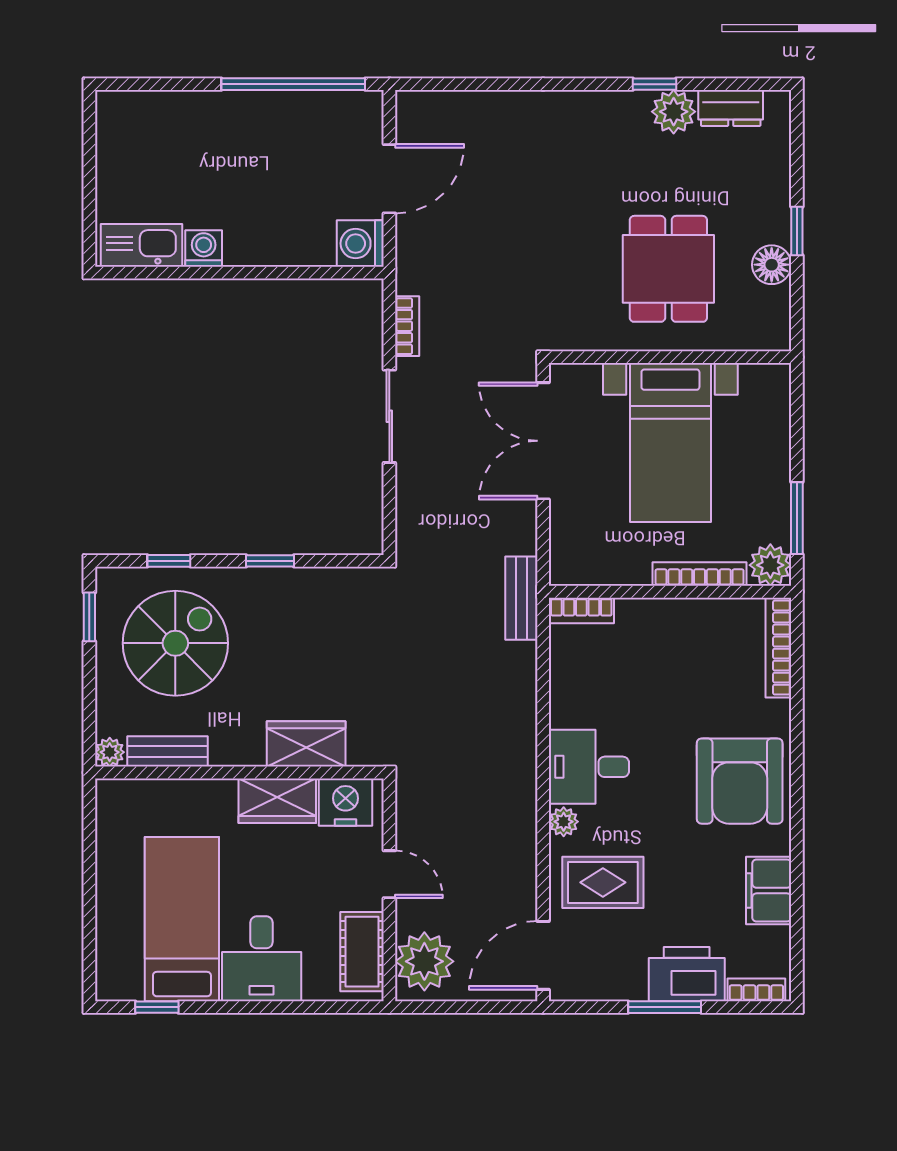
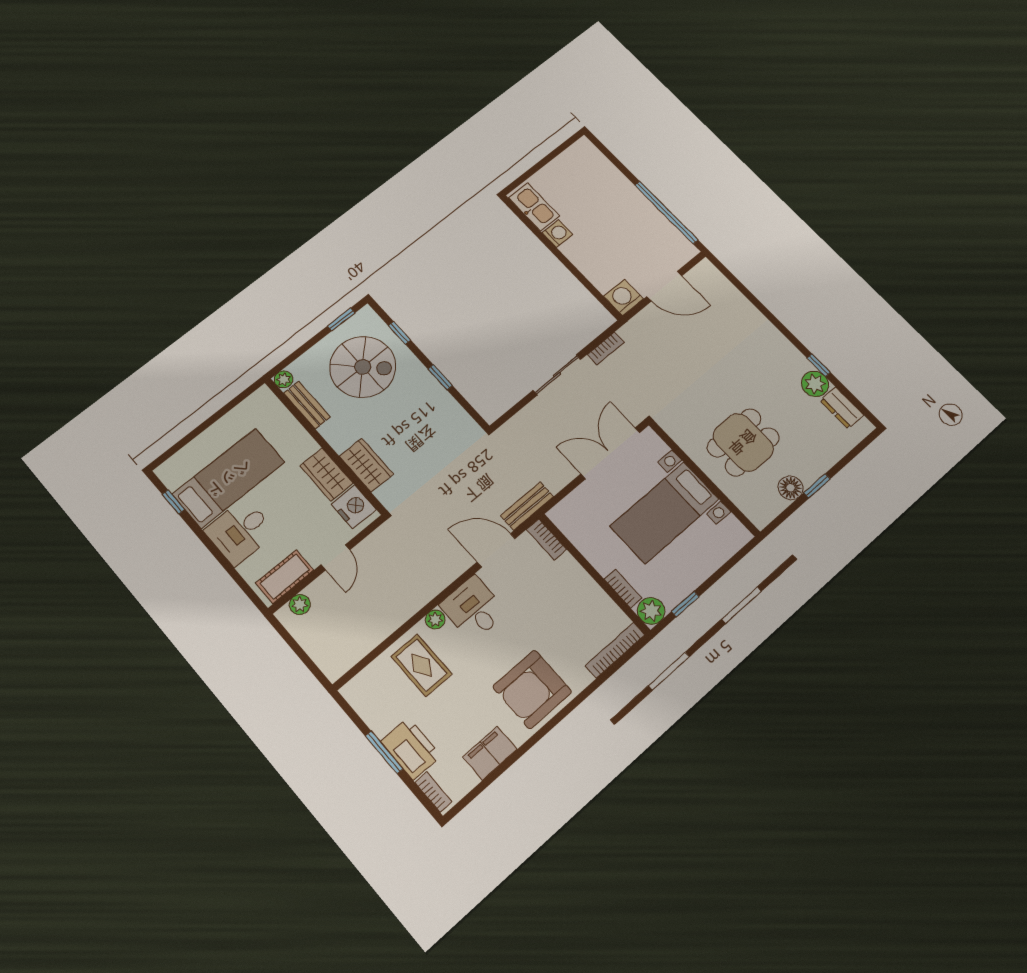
window: (797, 518) -> (685, 604), width x0.67
bookcase: (700, 574) -> (623, 589), width x0.64
door: (543, 955) -> (496, 550), moved
plant: (424, 961) -> (300, 604), width x0.53, depth x0.53

